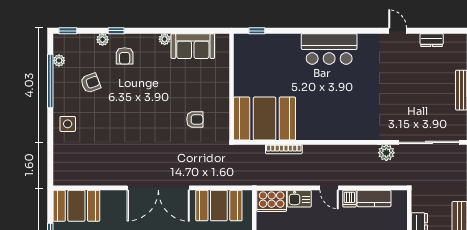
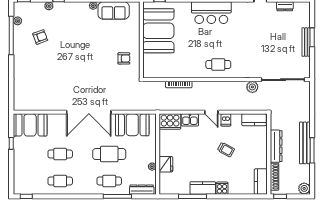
armchair: (125, 56) -> (65, 18), removed
armchair: (195, 119) -> (124, 58), moved
booth: (265, 119) -> (158, 31), moved, turned 90
cafe table: (339, 121) -> (218, 64), added
side table: (68, 124) -> (24, 66), removed
kitchen counter: (374, 198) -> (254, 120), moved

